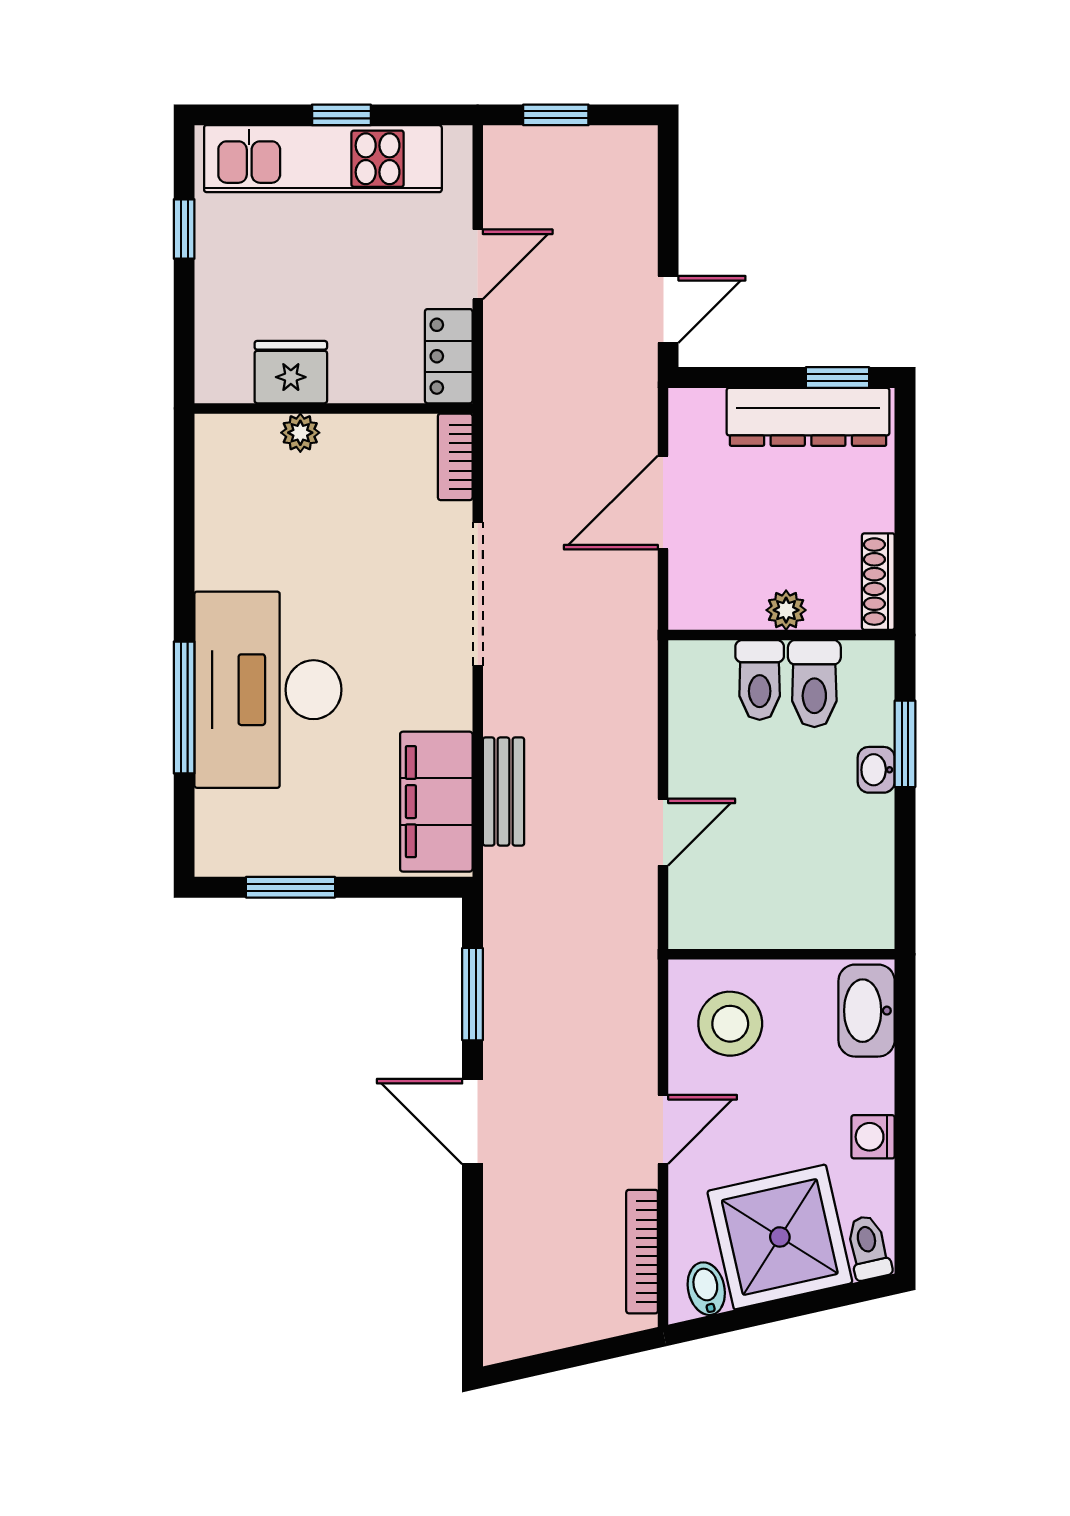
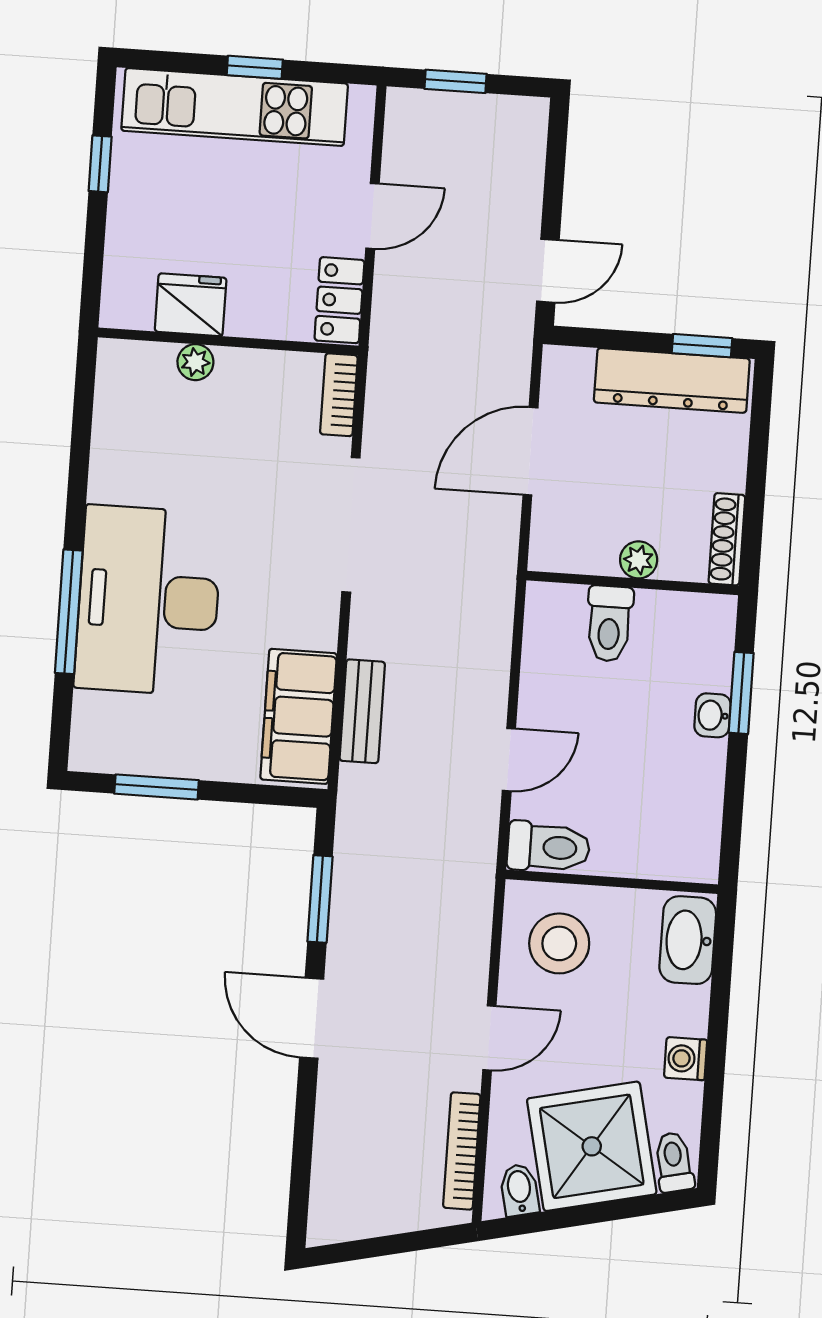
toilet: (814, 684) -> (548, 847), moved, turned -90

